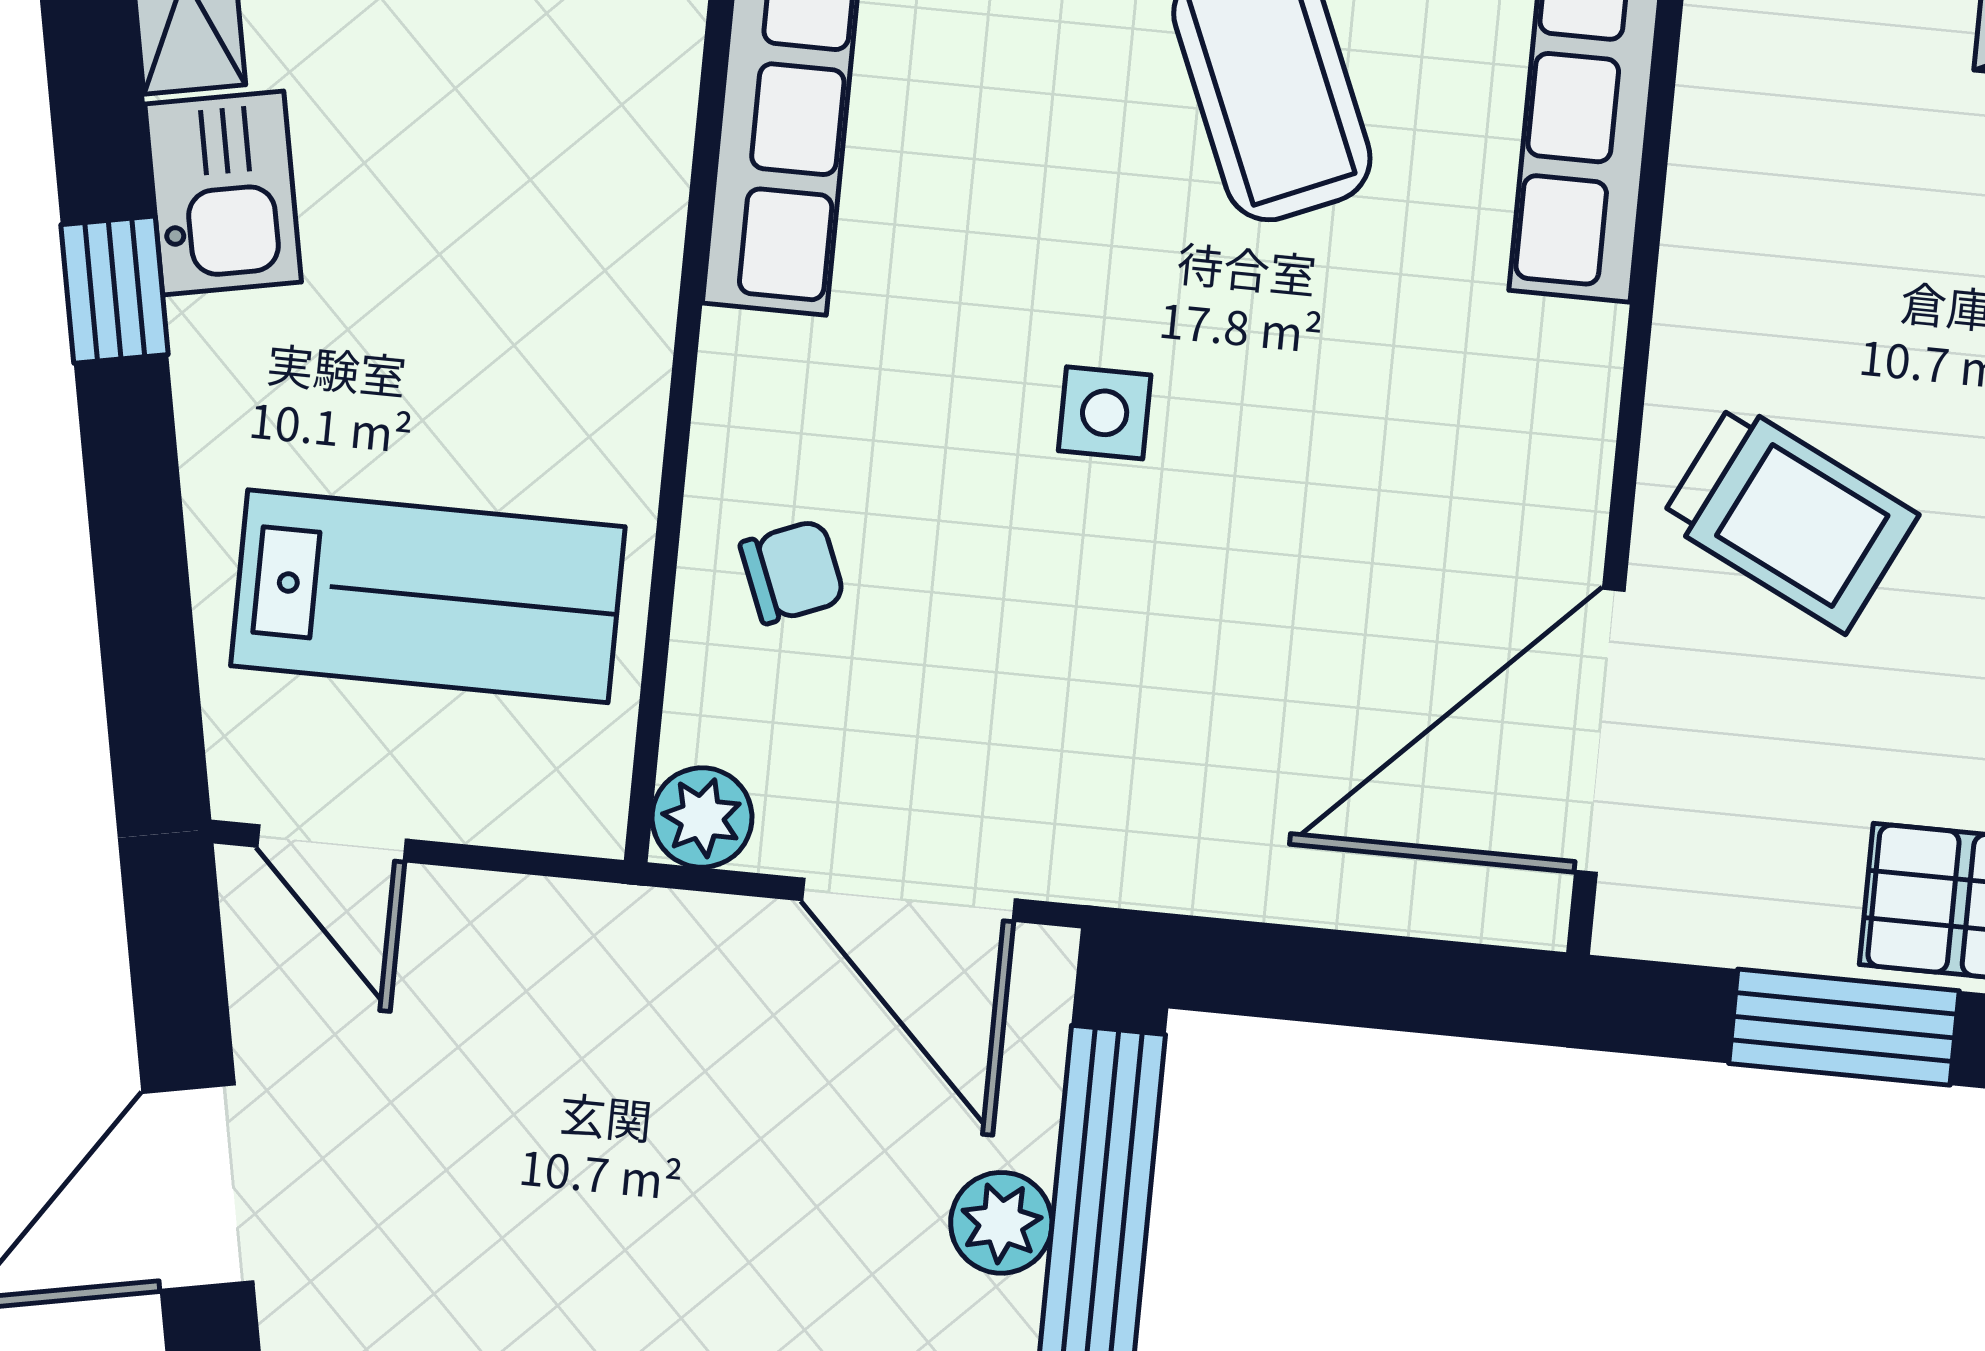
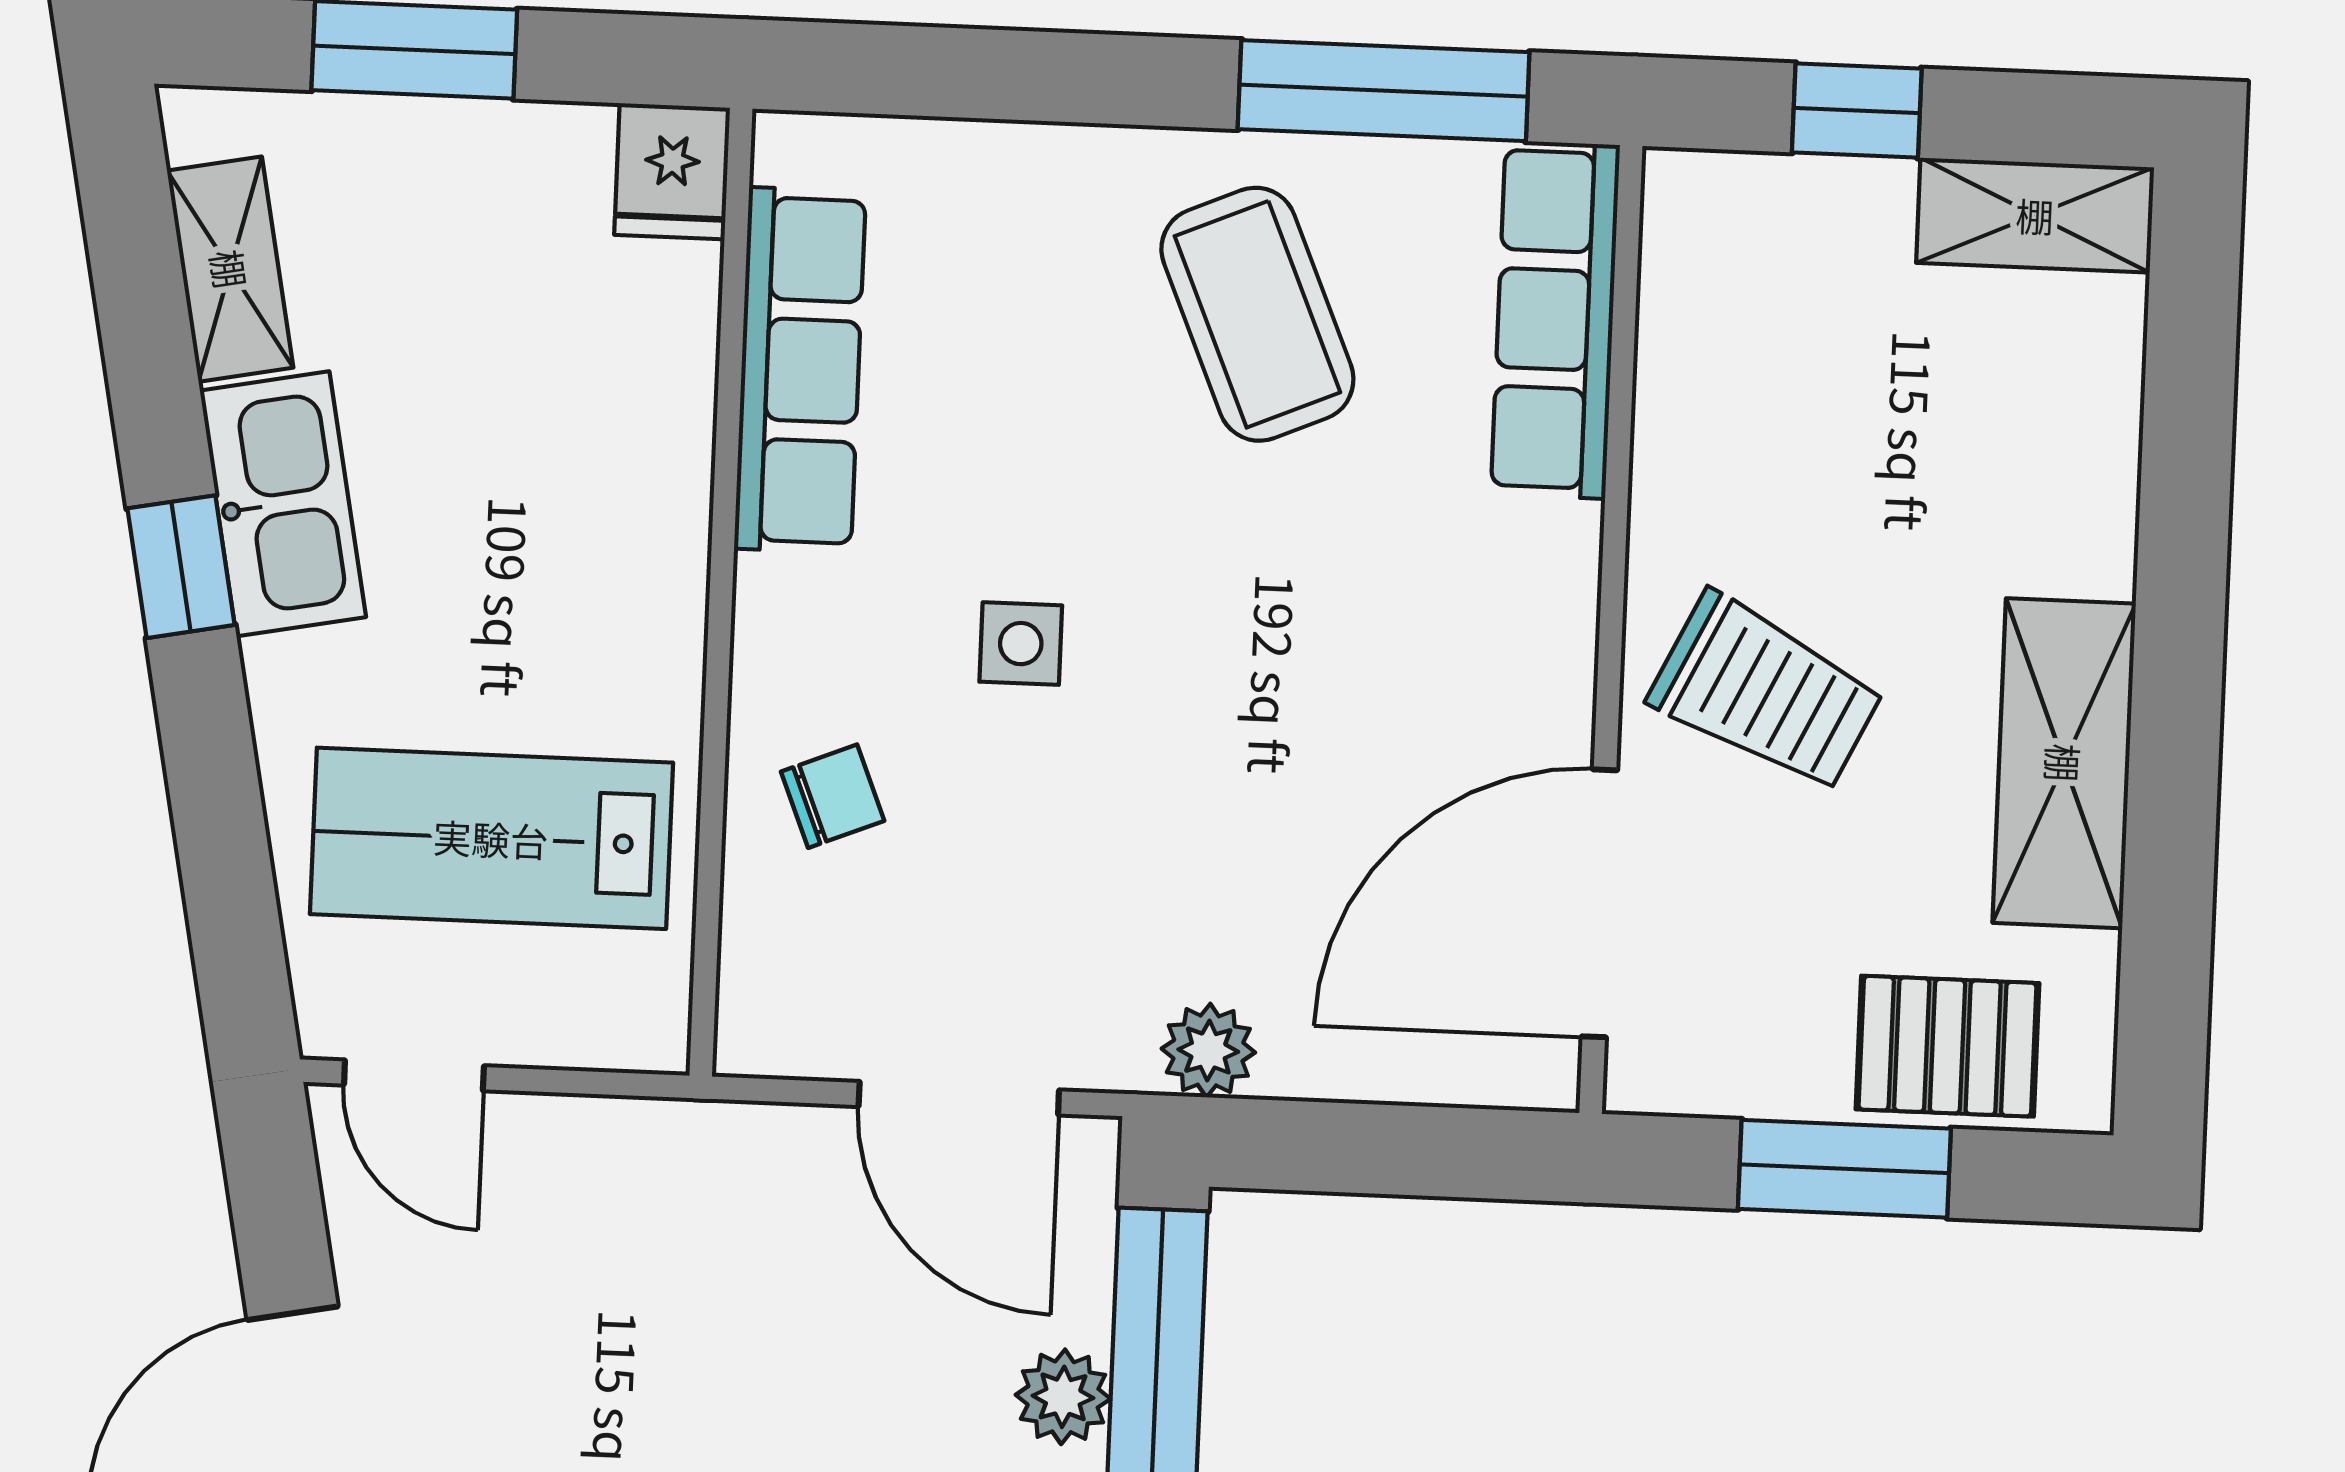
kitchen sink: (223, 193) -> (283, 504), width x1.38
side table: (1105, 413) -> (1021, 644), moved
lab bench: (428, 596) -> (491, 838), turned 180
plant: (702, 817) -> (1208, 1051), moved

